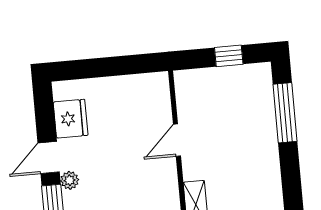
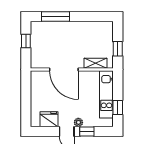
door: (177, 140) -> (64, 69), width x1.87

